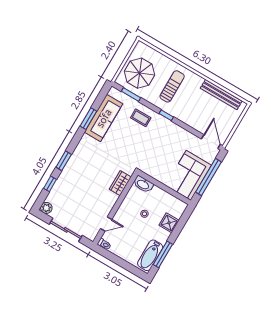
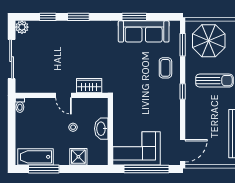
washbasin: (143, 184) -> (101, 129), moved
door: (106, 224) -> (63, 95), moved

